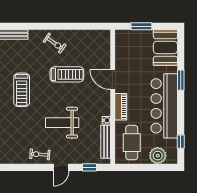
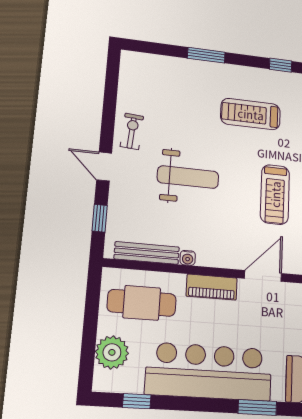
weight bench: (62, 123) -> (188, 177), turned 90

